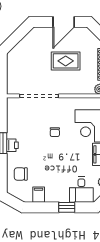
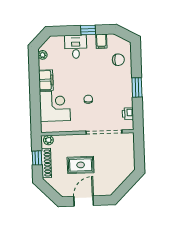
printer: (12, 145) -> (128, 114), moved
desk: (81, 190) -> (76, 47), moved
window: (67, 207) -> (88, 30), moved

